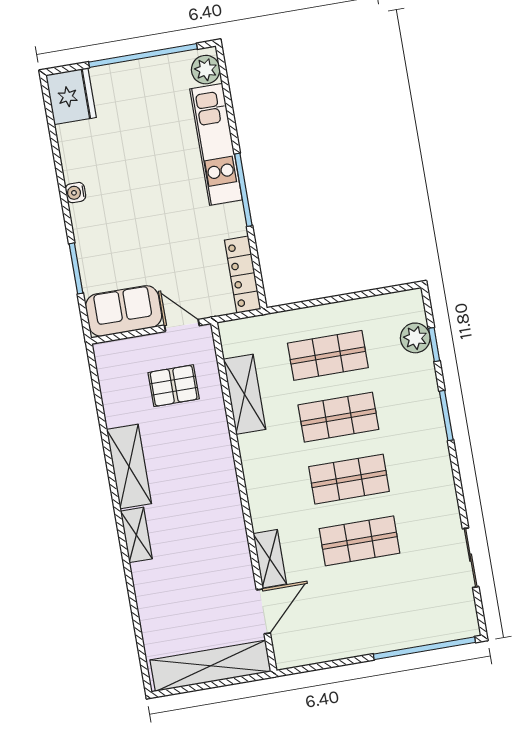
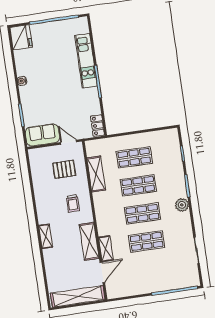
plant: (206, 70) -> (82, 27), removed
locker: (243, 275) -> (97, 126), width x0.66
plant: (415, 338) -> (182, 205), moved
trolley: (195, 460) -> (73, 203), added
shelving: (129, 466) -> (89, 241), moved

